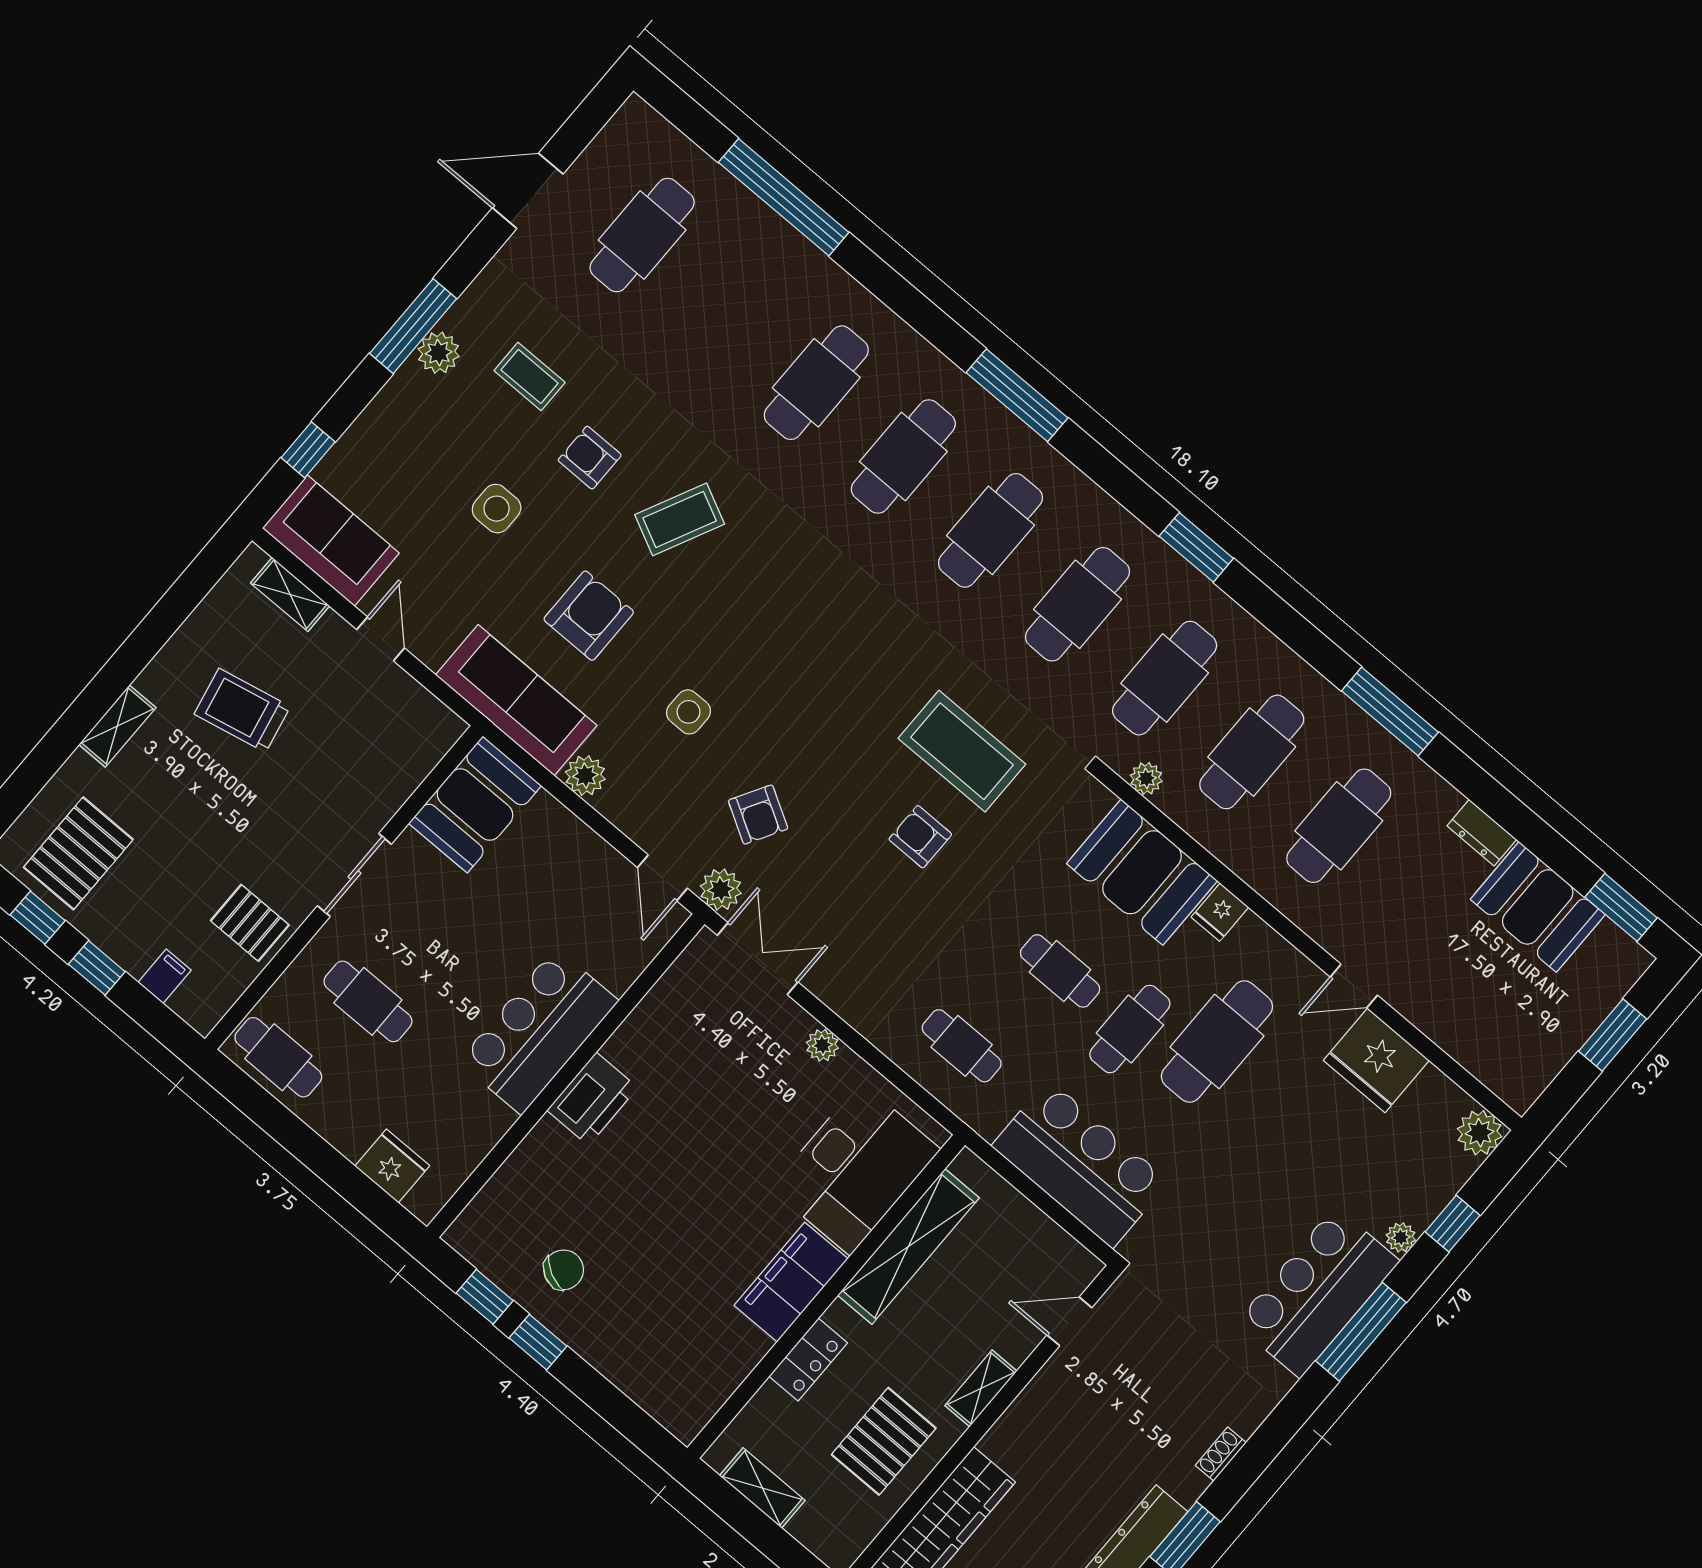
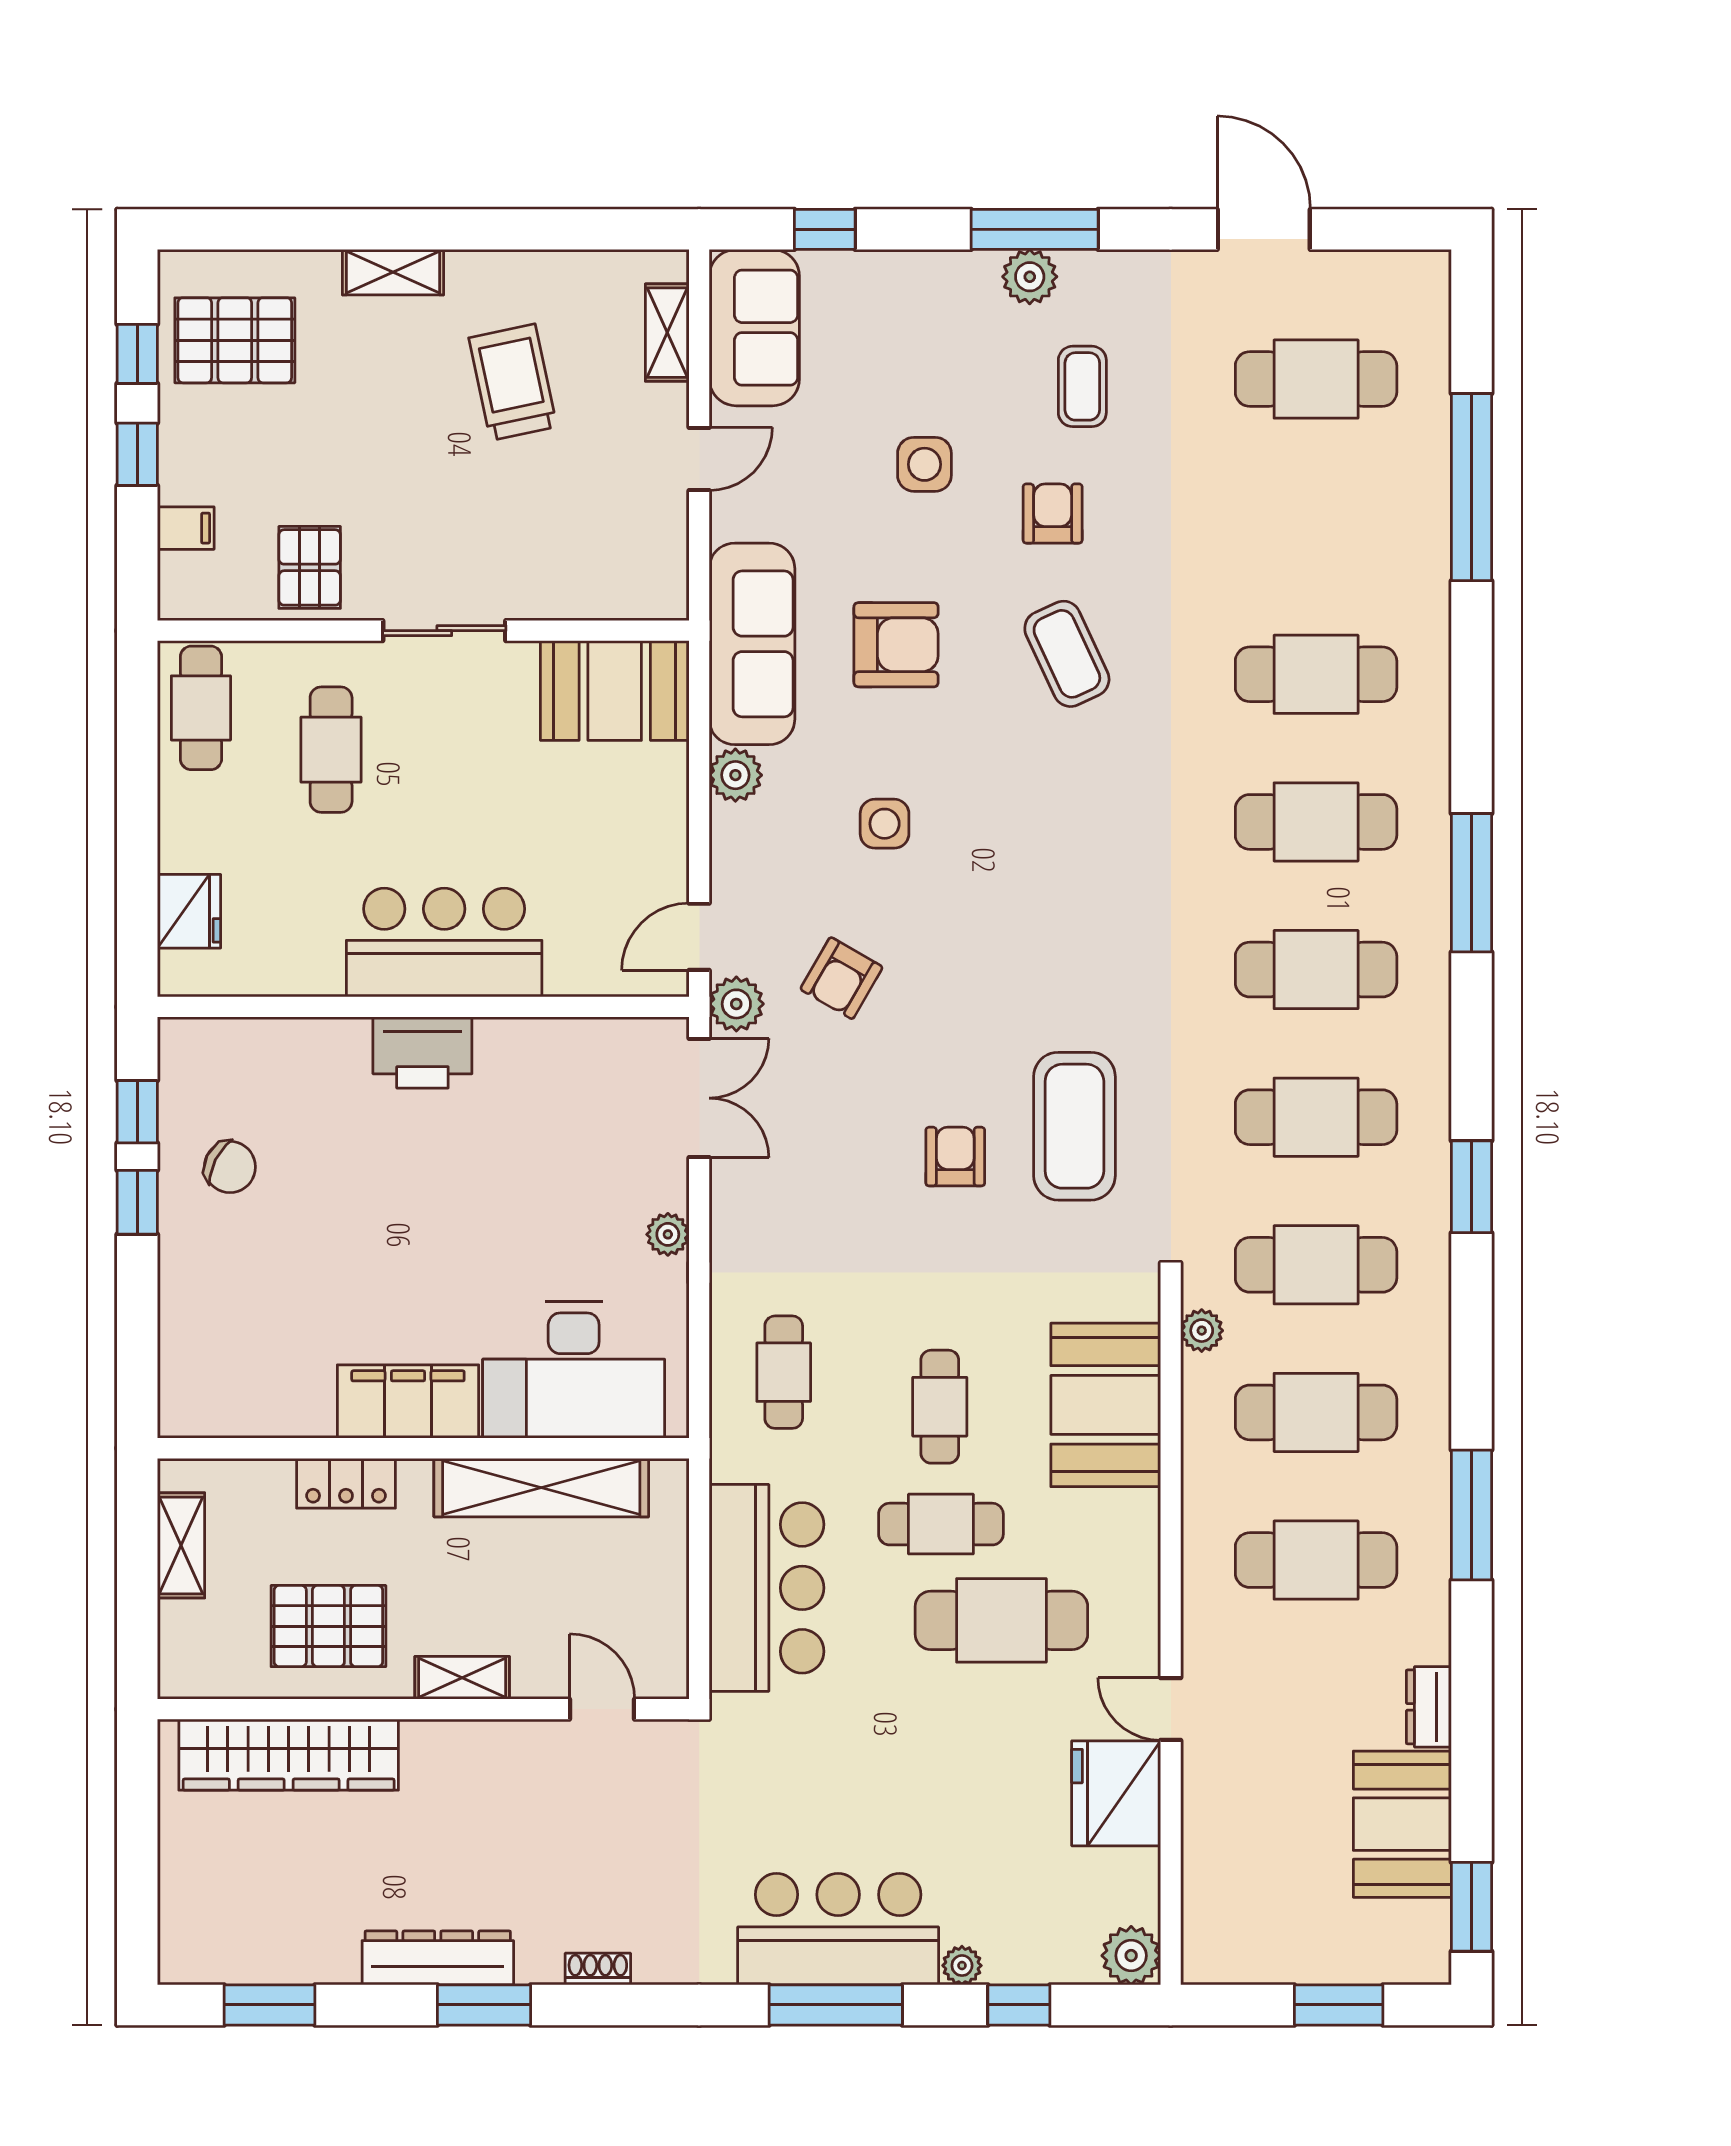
coffee table: (680, 519) -> (1067, 654), turned 39
fridge: (1220, 912) -> (1131, 1515), removed

